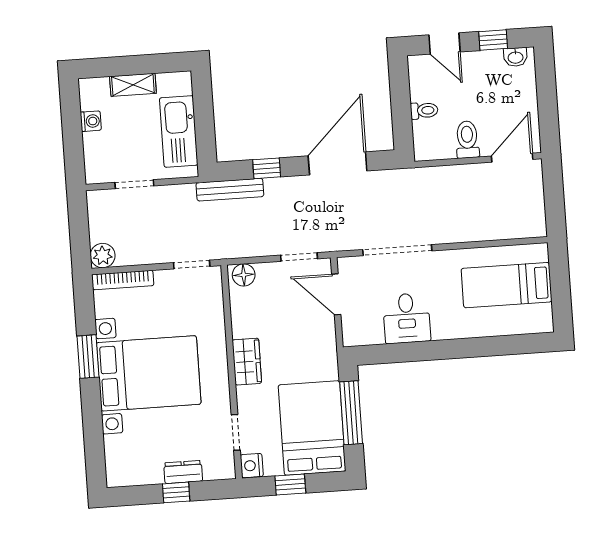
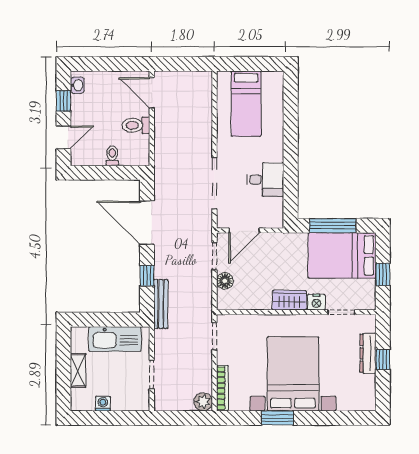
floor lamp: (244, 275) -> (225, 281), moved
nightstand: (252, 466) -> (316, 302), moved
dresser: (183, 472) -> (368, 353), width x1.44

